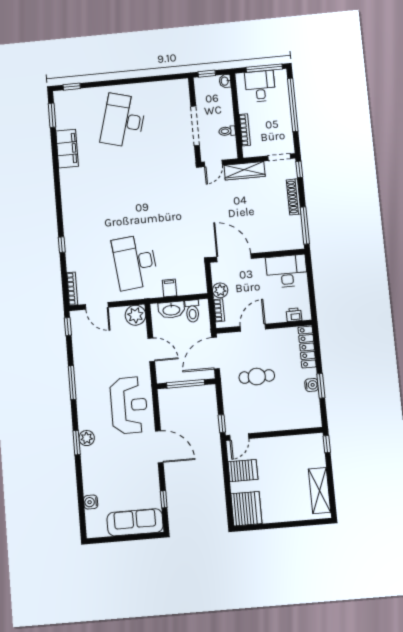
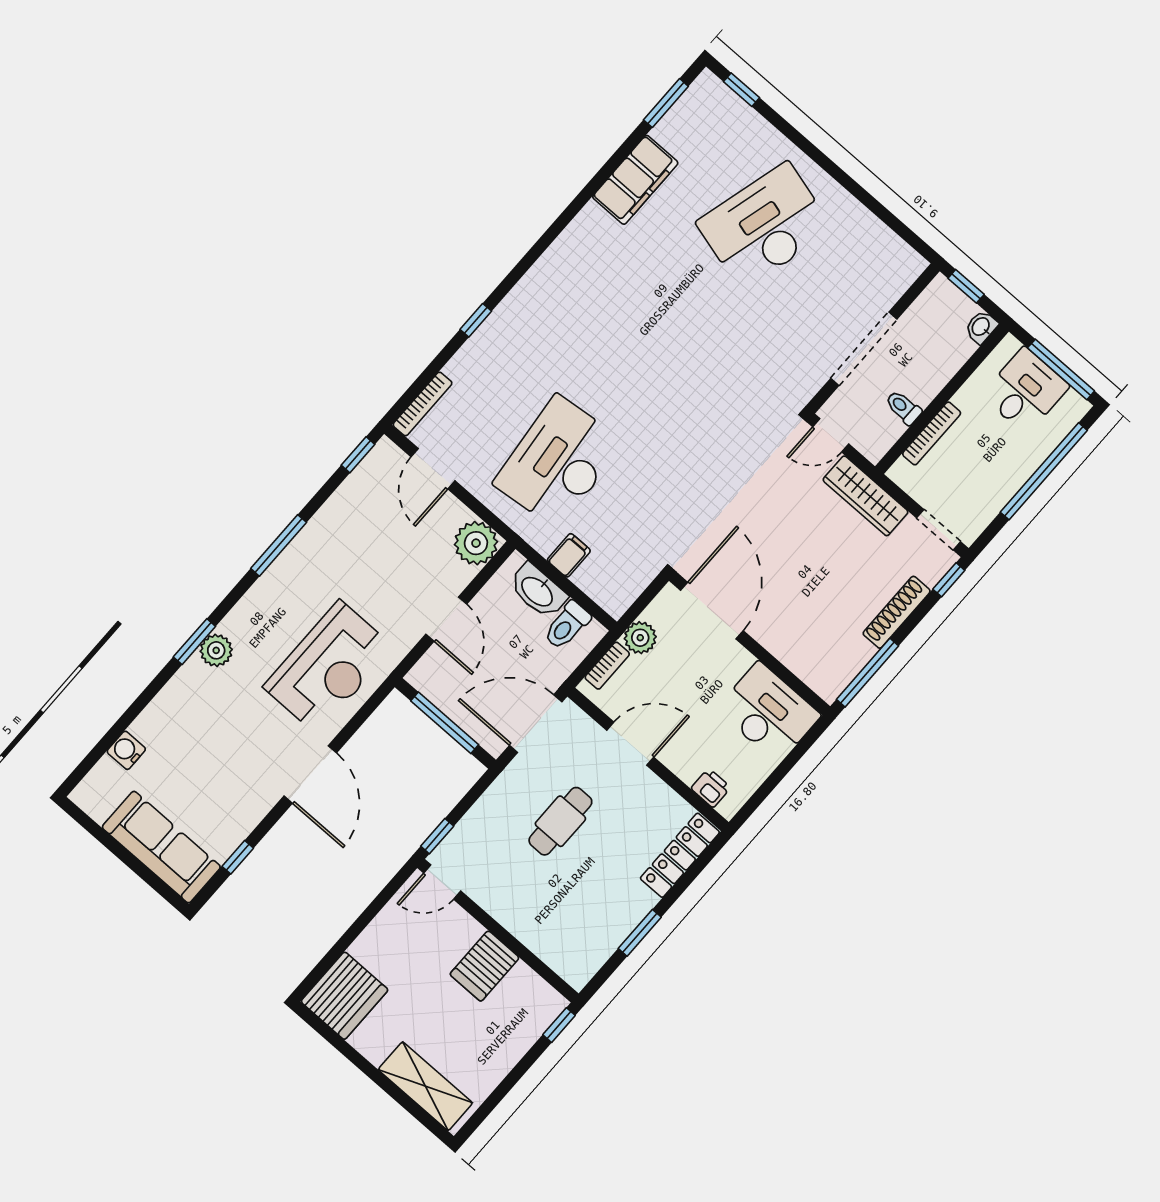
cafe table: (257, 377) -> (560, 821), turned 90
water cooler: (312, 385) -> (628, 917), removed
server rack: (243, 471) -> (485, 966), moved, turned 90
shelving: (320, 491) -> (425, 1086), moved, turned 90

